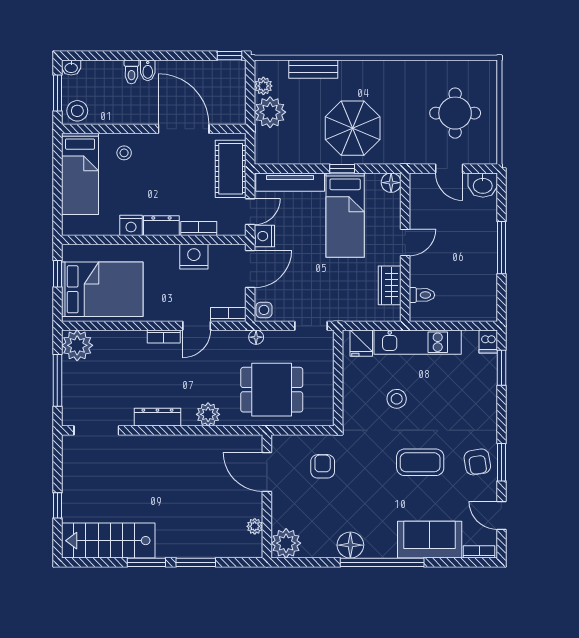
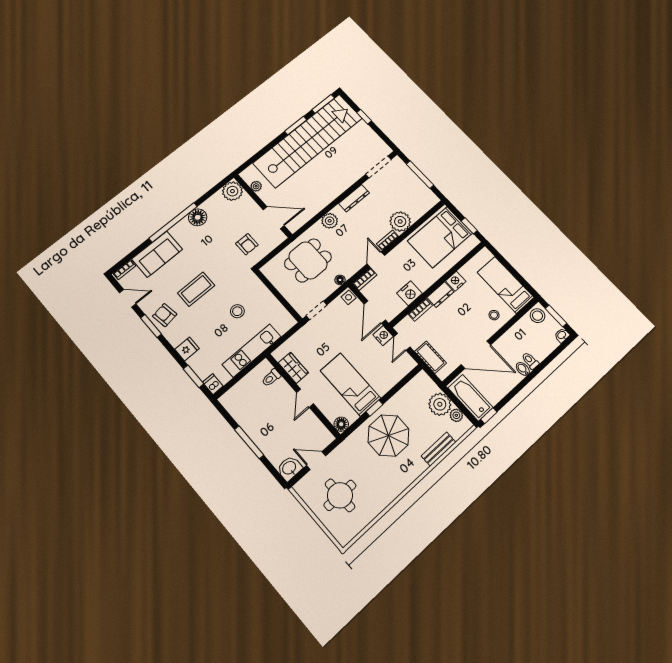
bathtub: (231, 90) -> (470, 398), added
cot: (231, 169) -> (431, 357), width x0.73, depth x0.75
tv unit: (290, 182) -> (395, 376), removed
fridge: (361, 343) -> (187, 349), moved, turned 90
plant: (77, 345) -> (400, 221), moved
stairs: (108, 541) -> (308, 141), width x1.86, depth x1.51
window: (196, 562) -> (323, 104), moved

